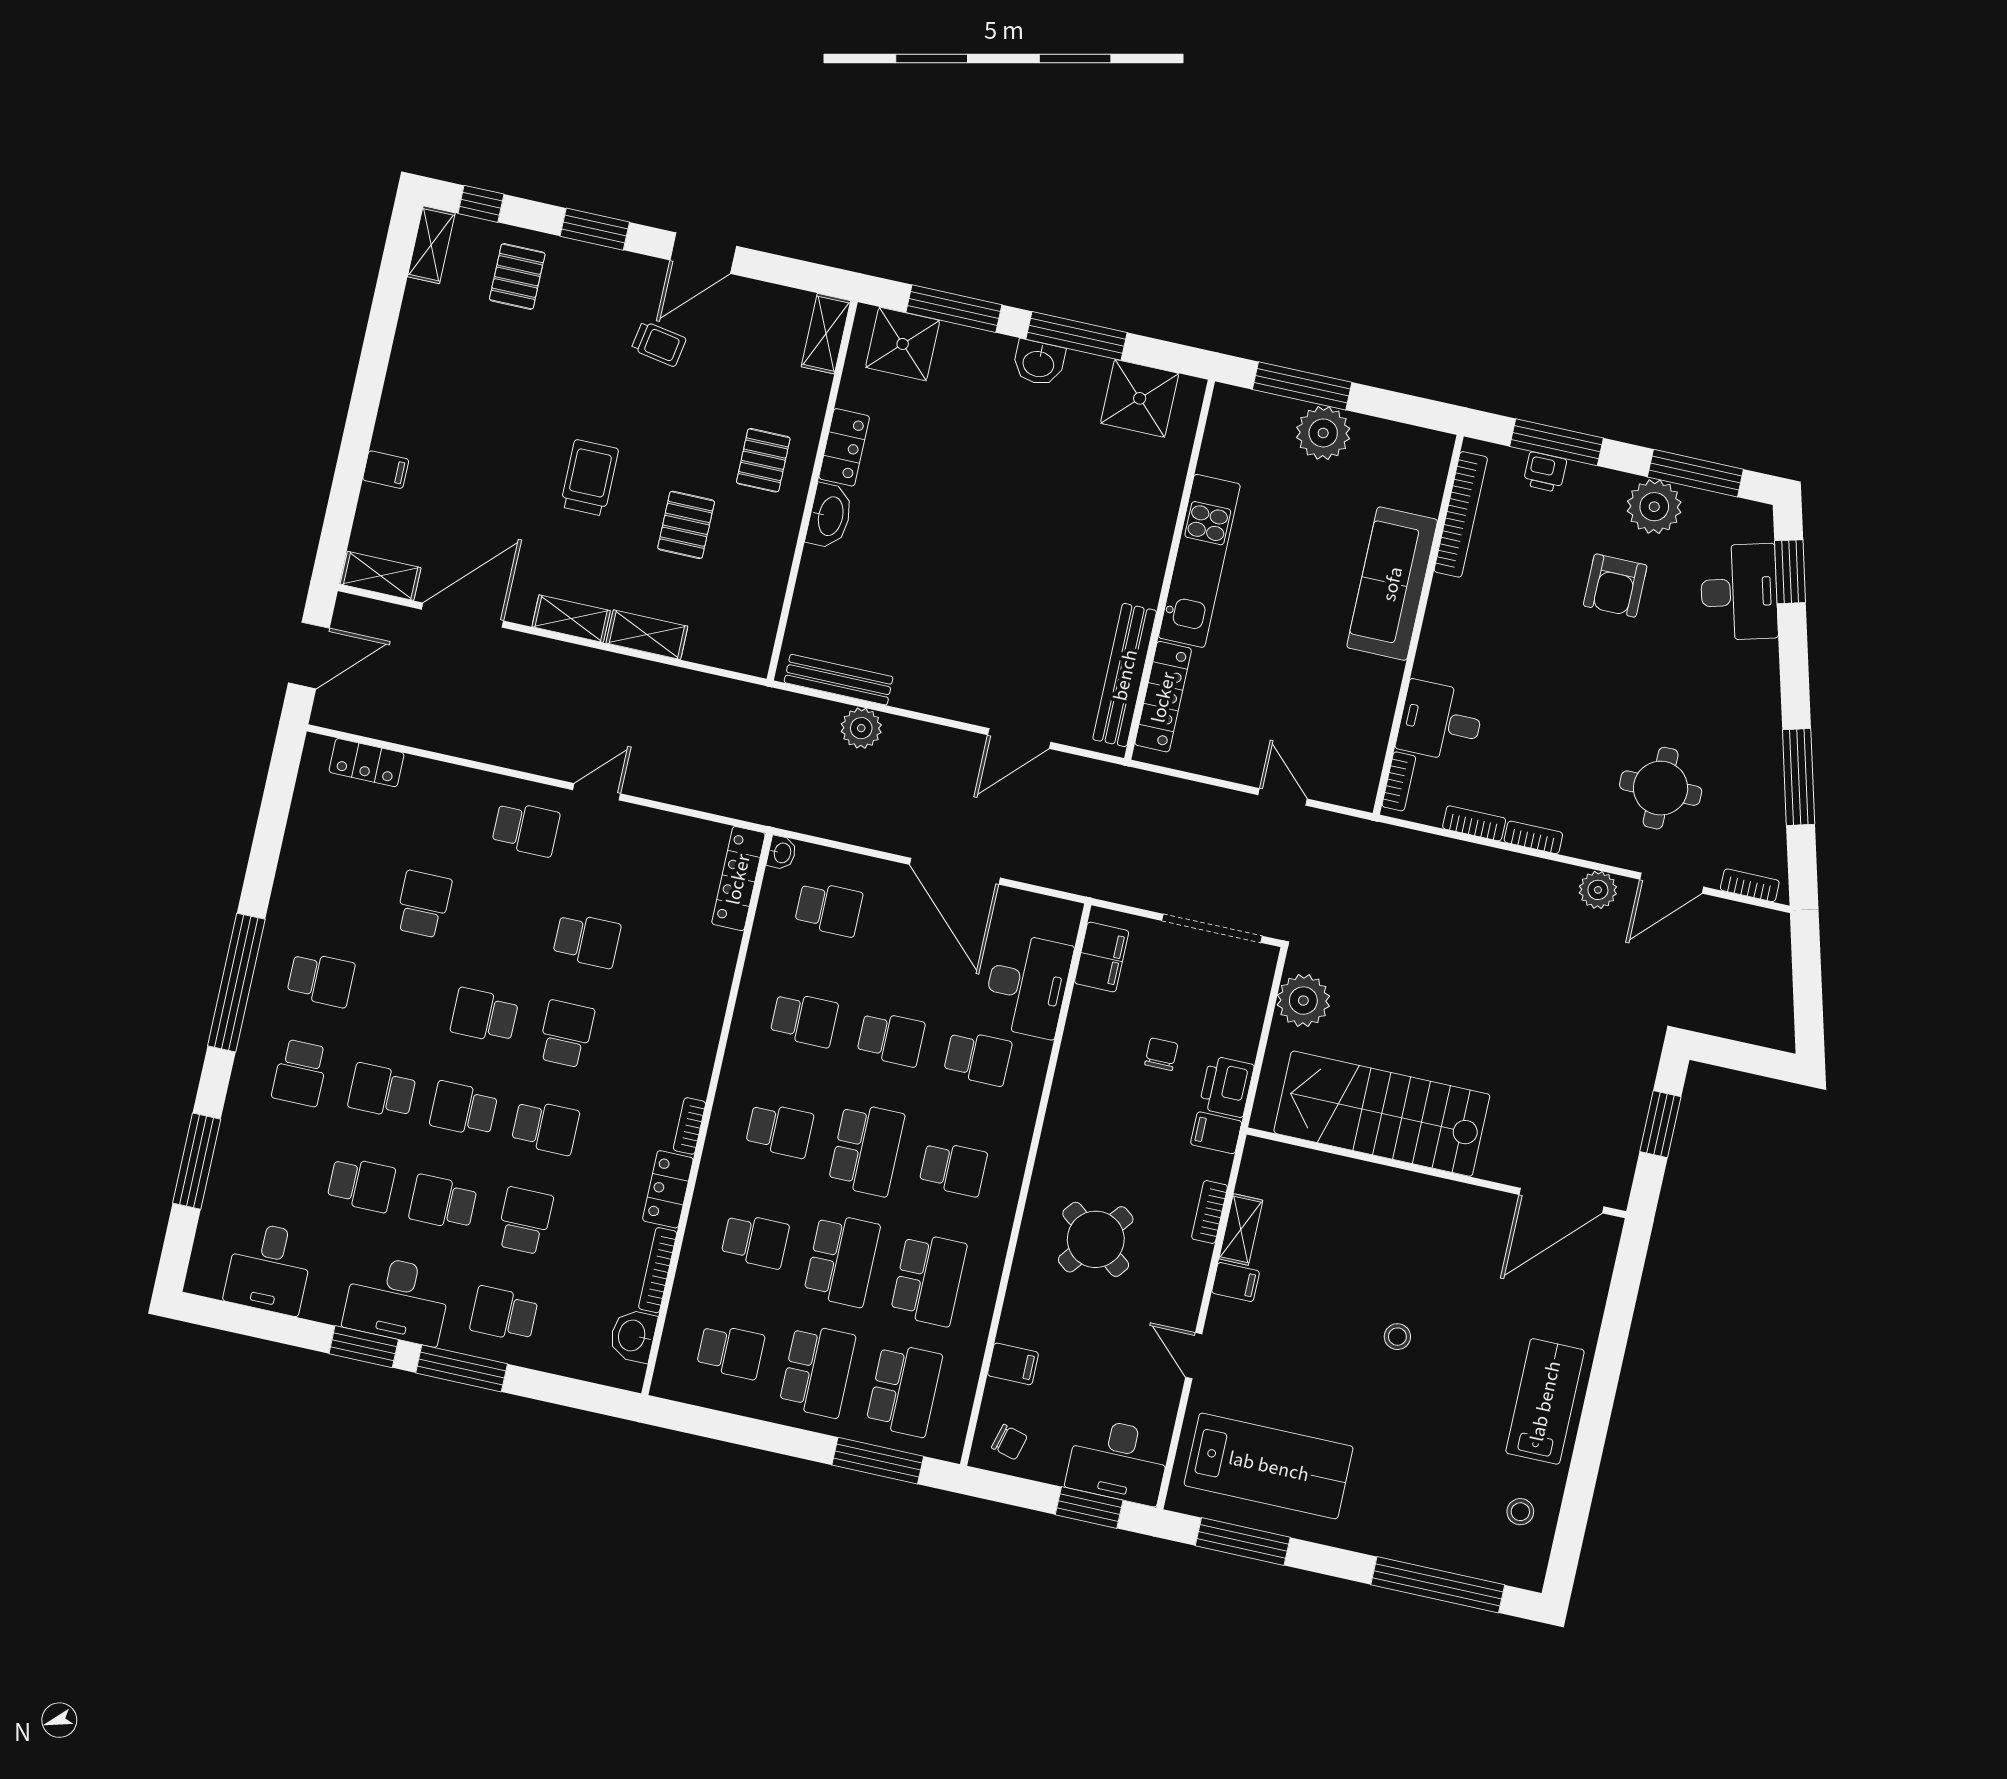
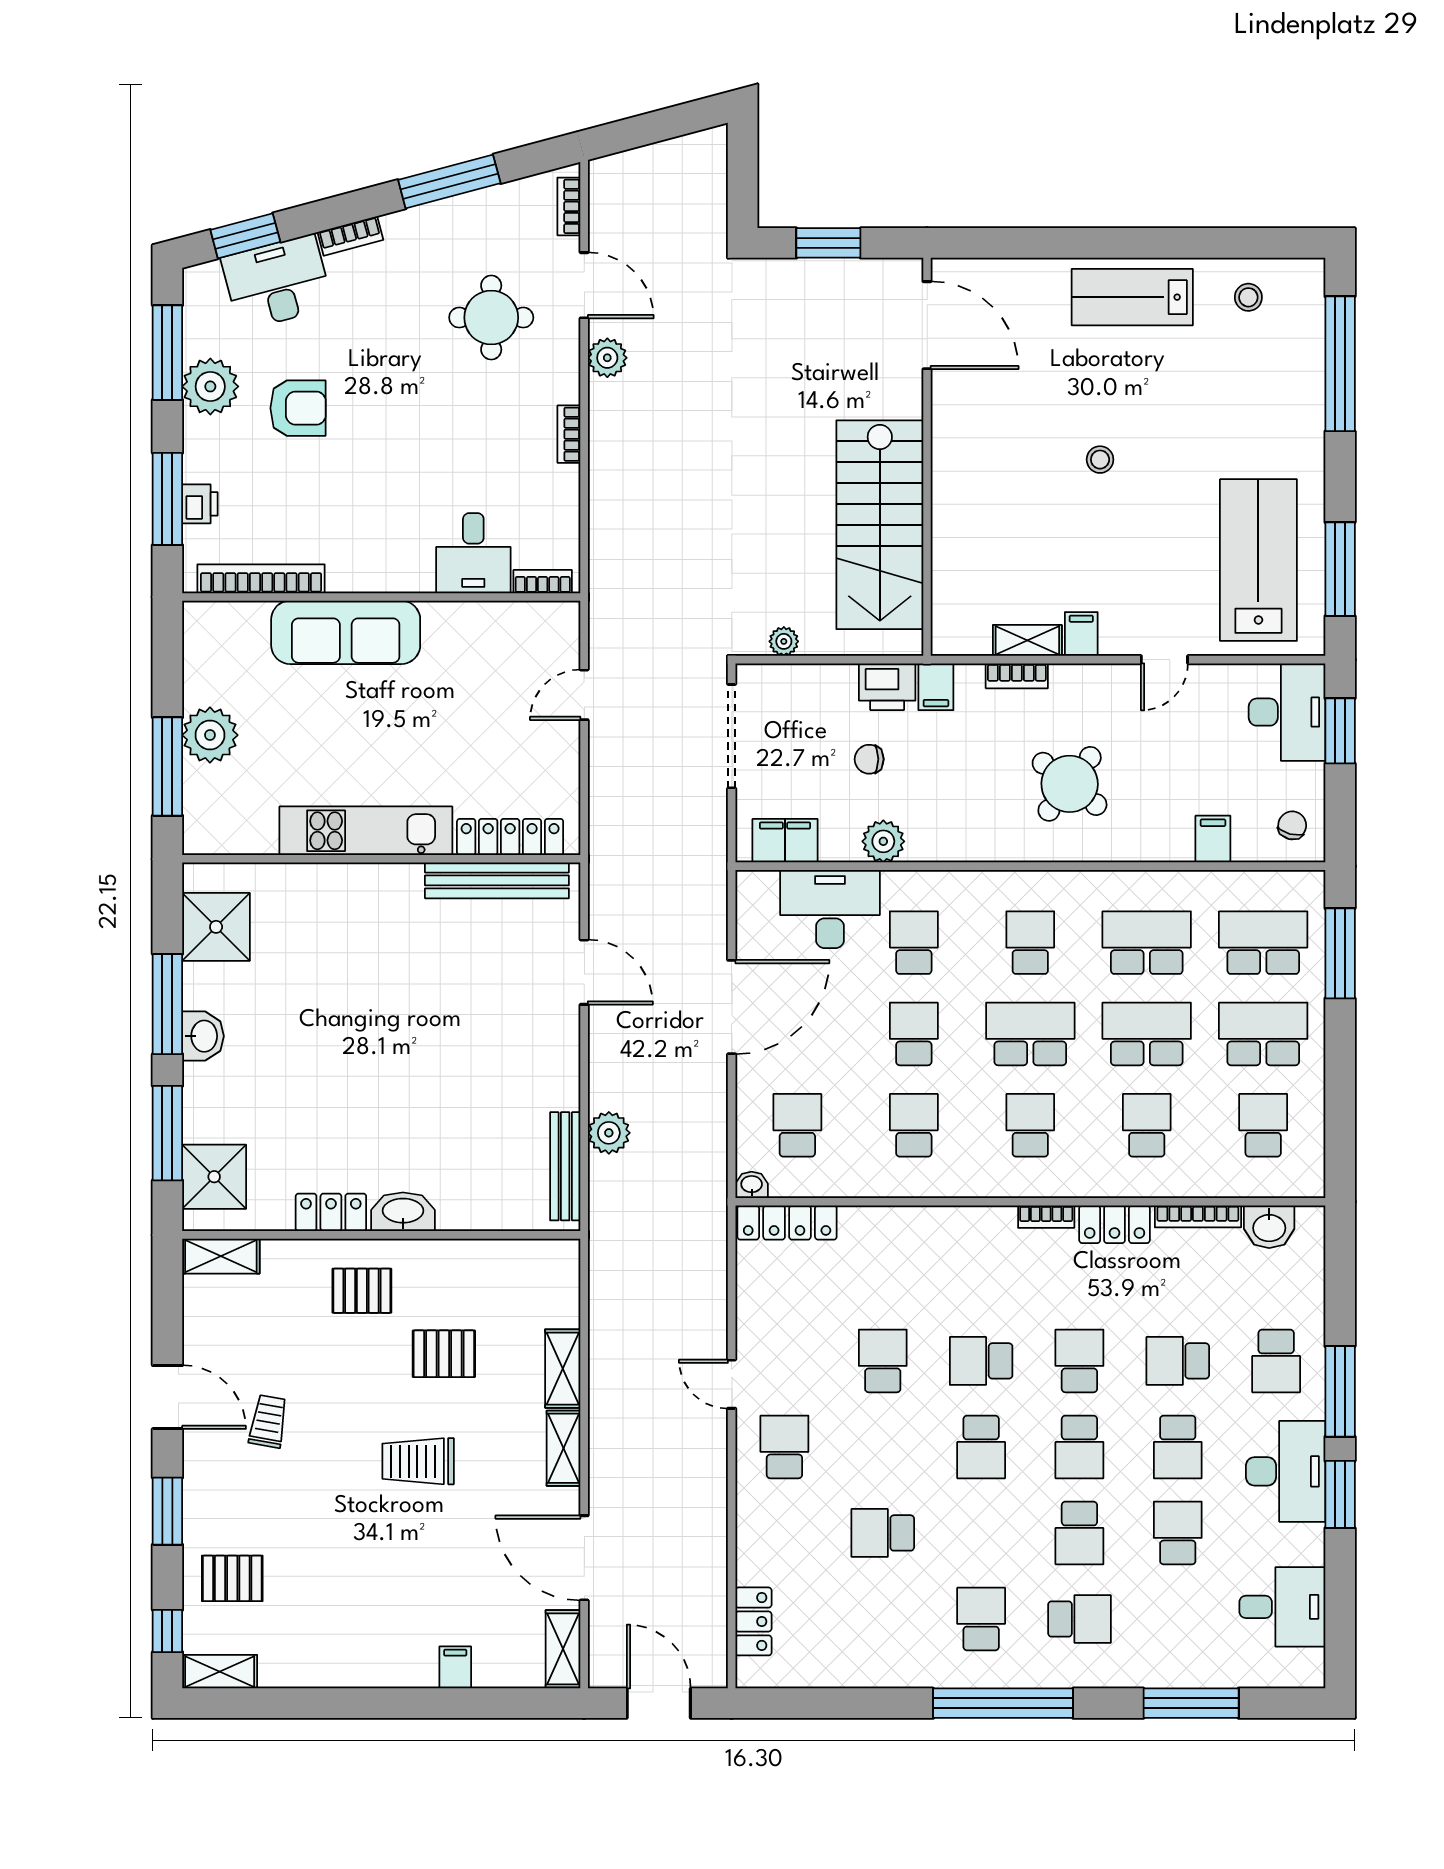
bookcase: (1474, 823) -> (350, 236), moved, turned -105
plant: (1303, 1001) -> (784, 641), width x0.53, depth x0.53
plant: (1080, 1050) -> (883, 841), added

